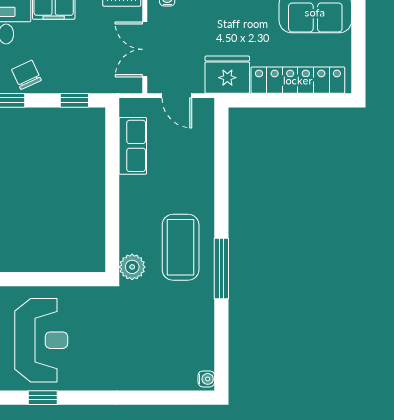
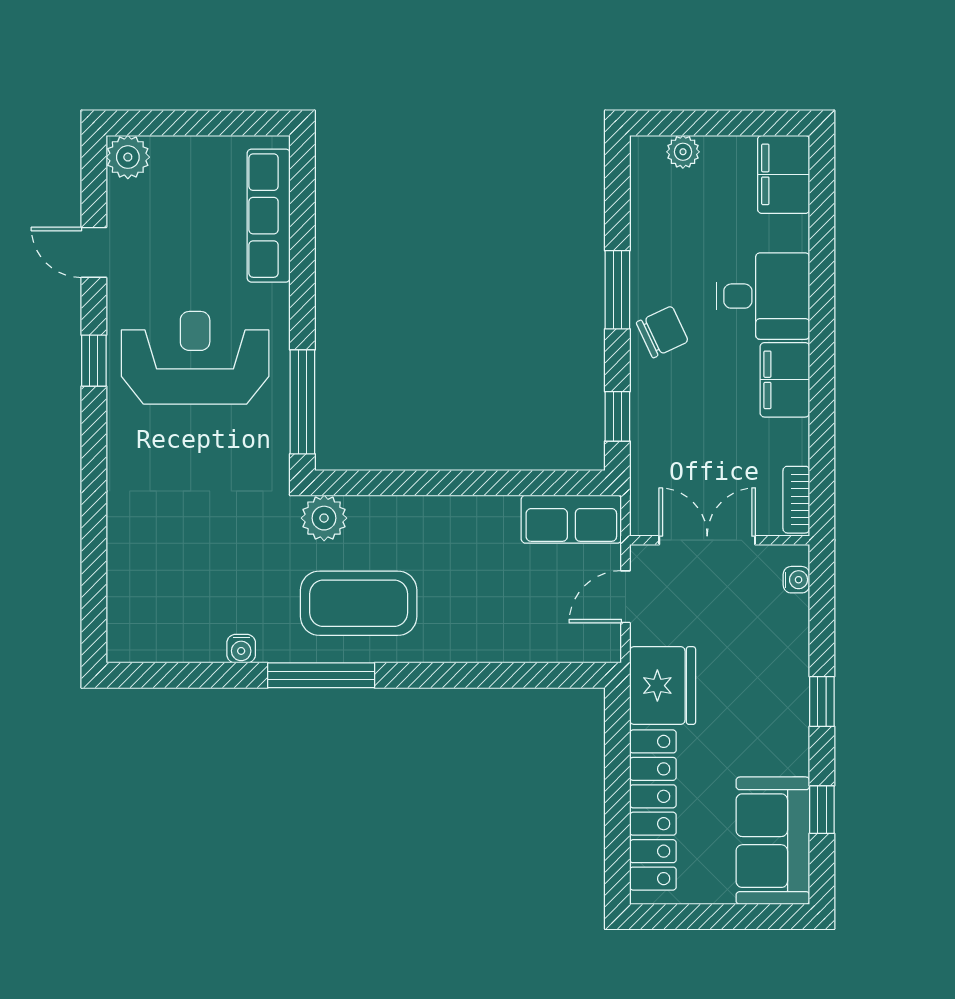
row of seats: (133, 146) -> (571, 519), moved
window: (66, 279) -> (302, 402), added
reception desk: (41, 340) -> (195, 358), turned 180
water cooler: (206, 379) -> (241, 649), moved

